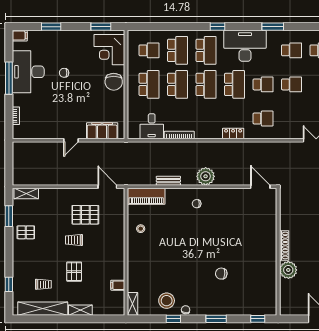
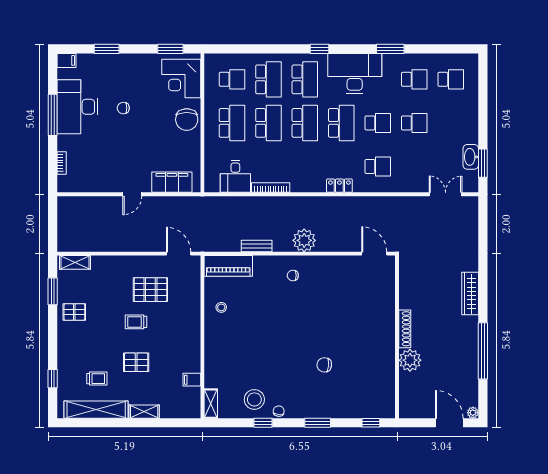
pallet: (74, 272) -> (136, 362), turned 90

